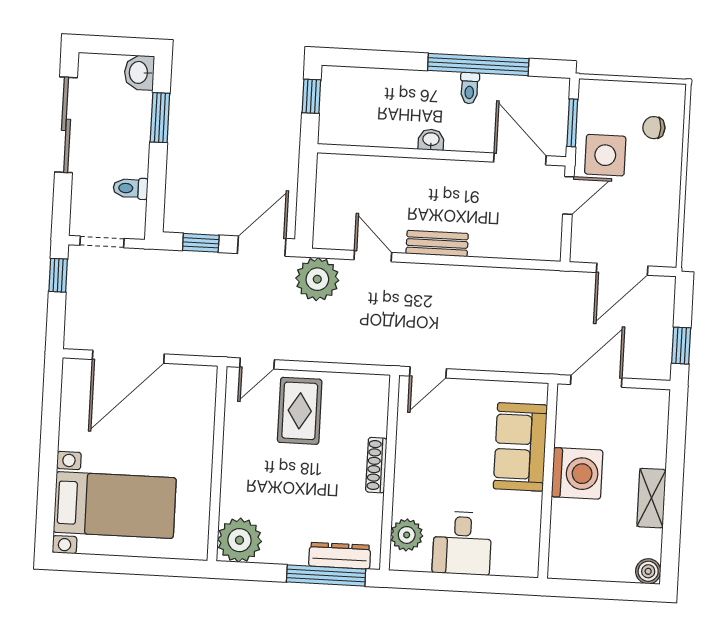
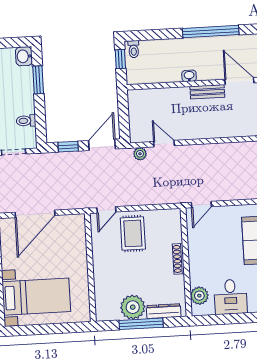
toilet: (470, 88) -> (134, 49), moved
bench: (437, 243) -> (207, 92), moved
plant: (317, 279) -> (140, 154), width x0.53, depth x0.53
plant: (239, 540) -> (133, 307), moved
window: (326, 575) -> (141, 324), moved

